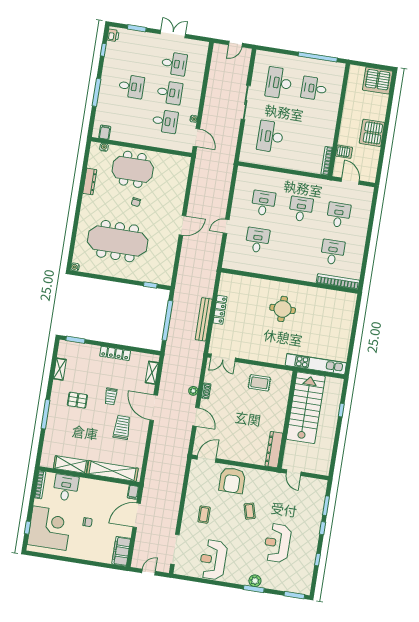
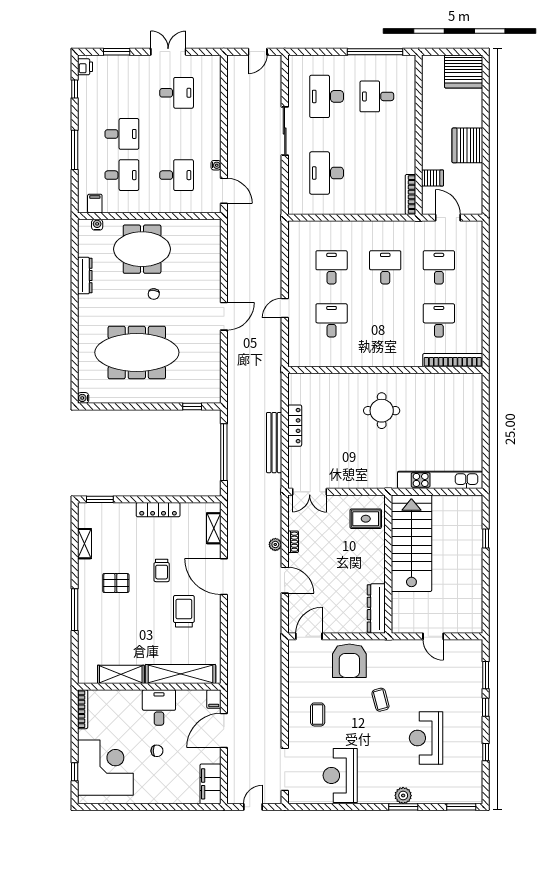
desk: (170, 93) -> (122, 175), moved
stairs: (306, 408) -> (411, 543), moved
wall: (287, 420) -> (388, 564), moved
dresser: (274, 450) -> (376, 608), moved
desk: (66, 488) -> (159, 708), moved

